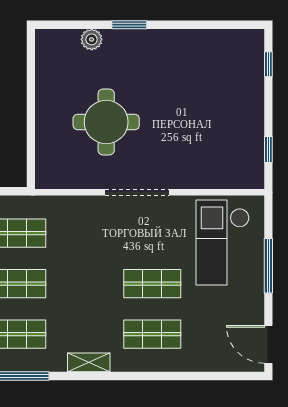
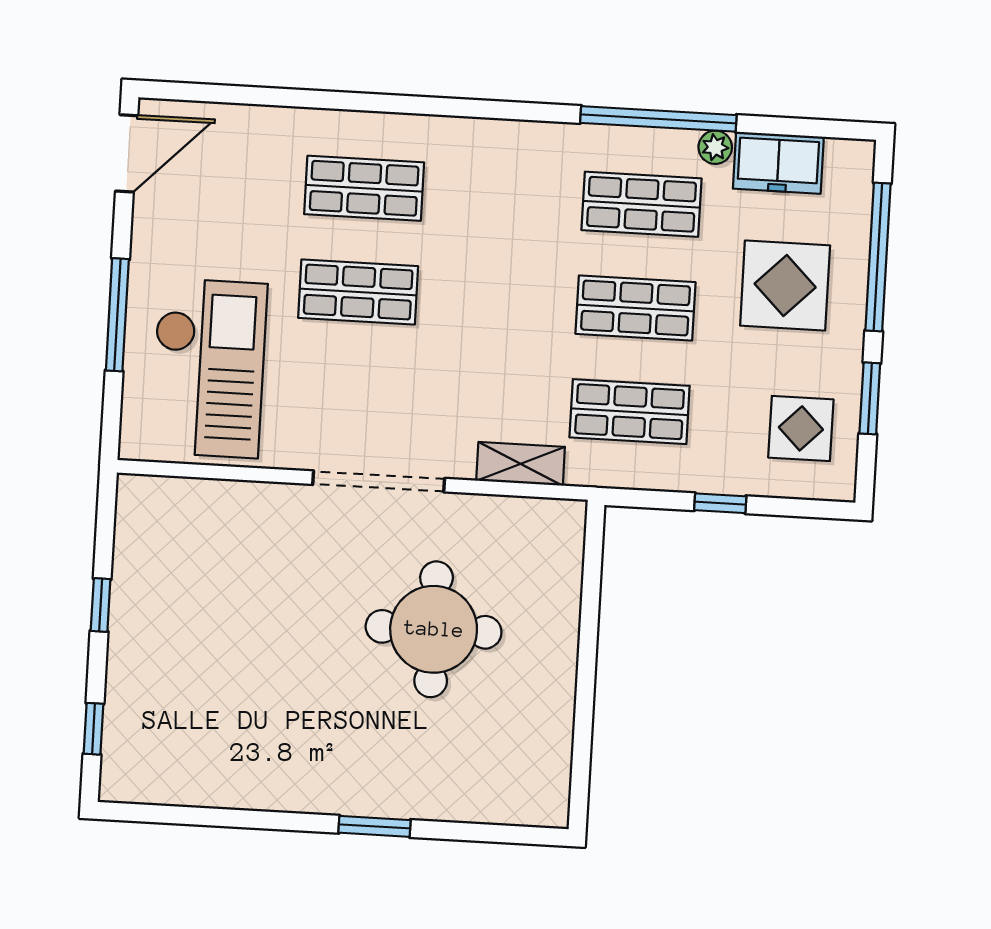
plant: (92, 39) -> (454, 801), removed
window: (268, 149) -> (101, 605), moved
door: (268, 344) -> (127, 153), hinge flipped
shelving: (89, 362) -> (521, 464), moved

